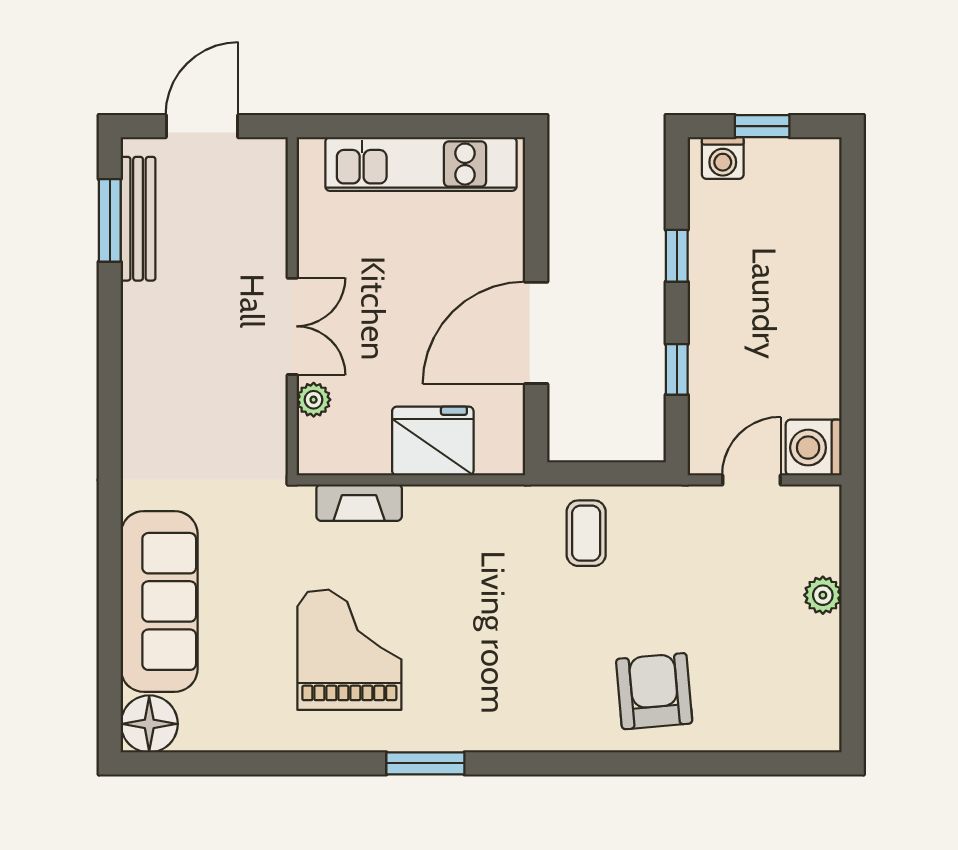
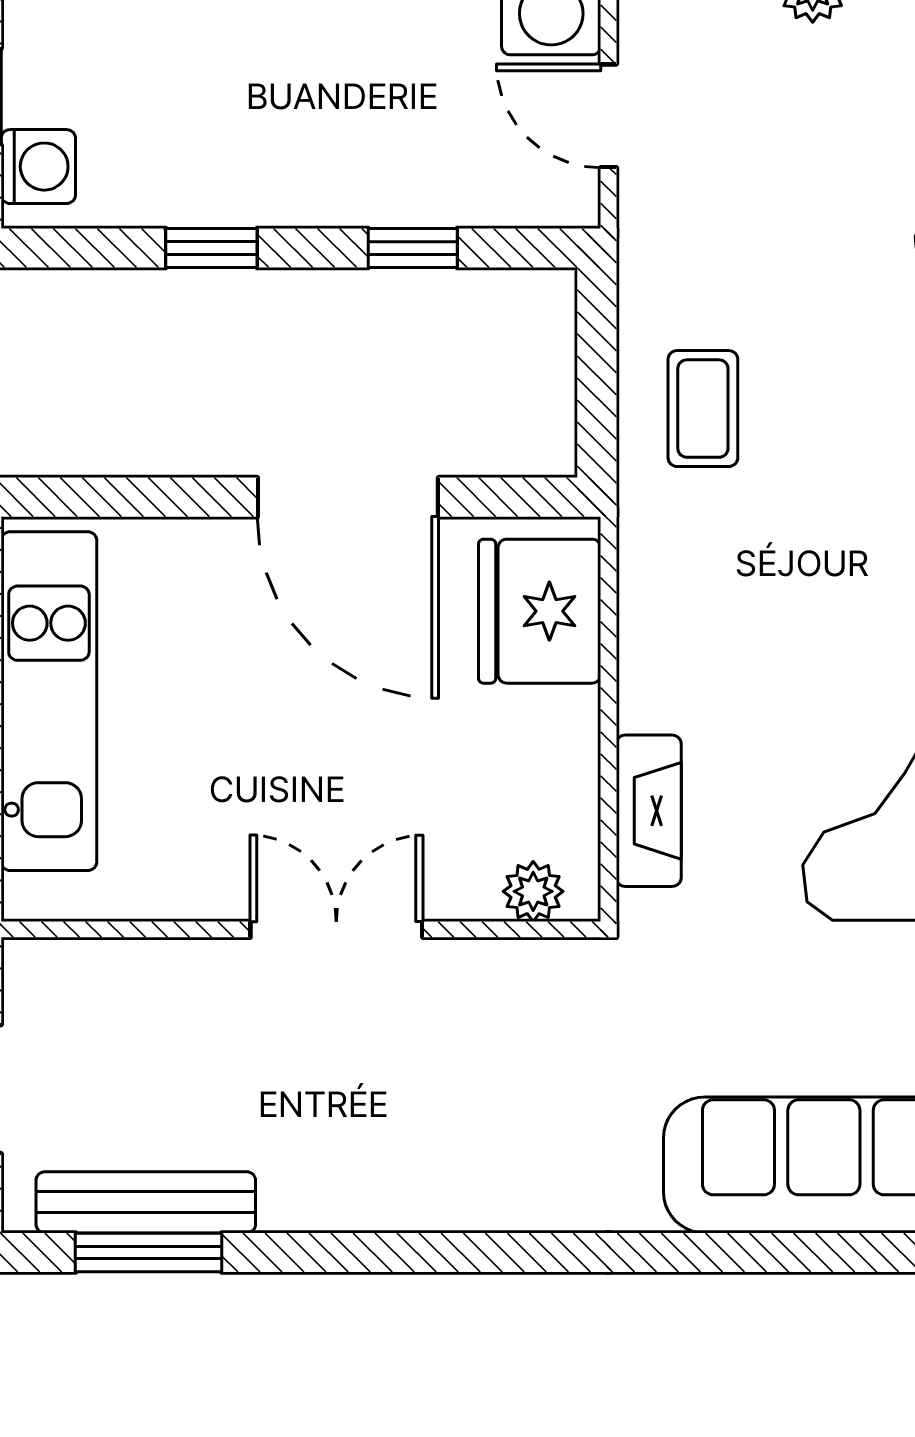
plant: (314, 400) -> (533, 891), moved
fridge: (433, 441) -> (540, 611), moved
coffee table: (586, 533) -> (703, 409), turned 90

